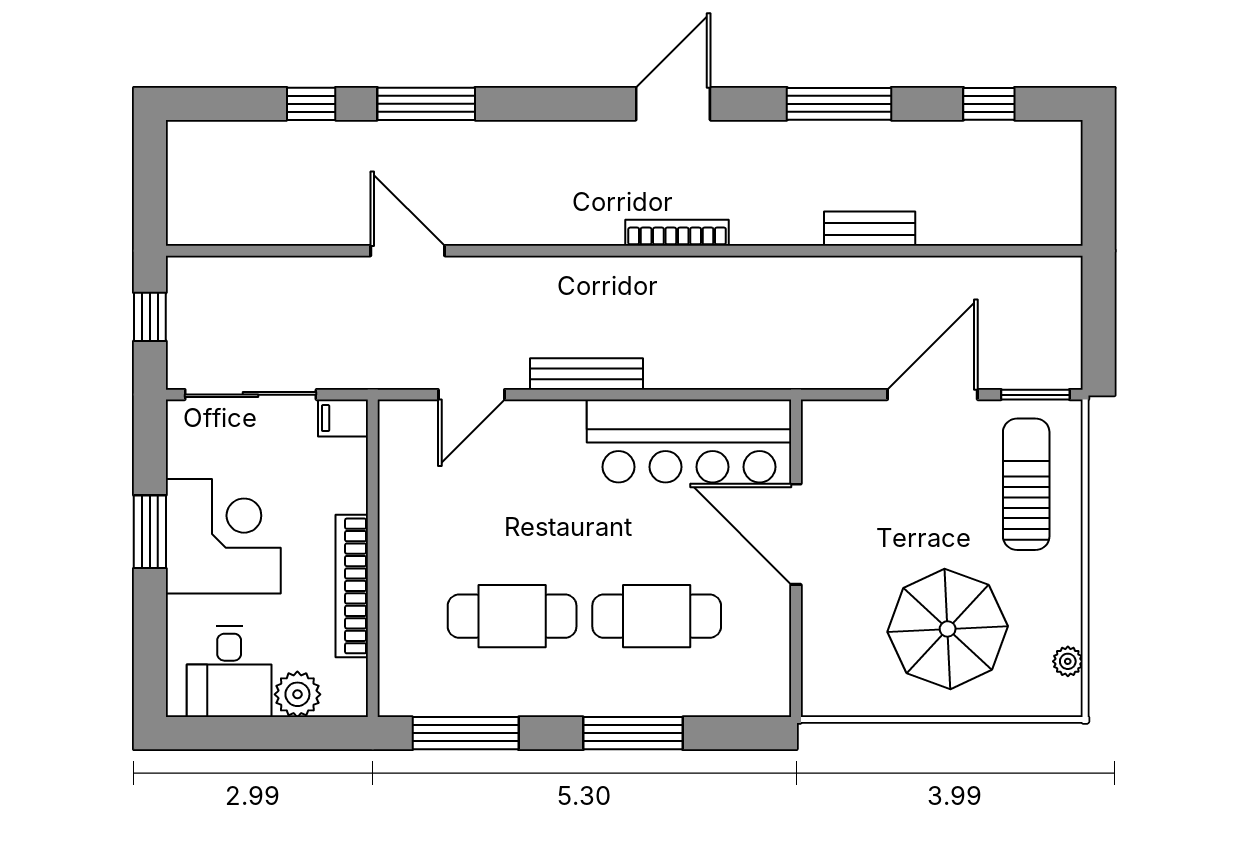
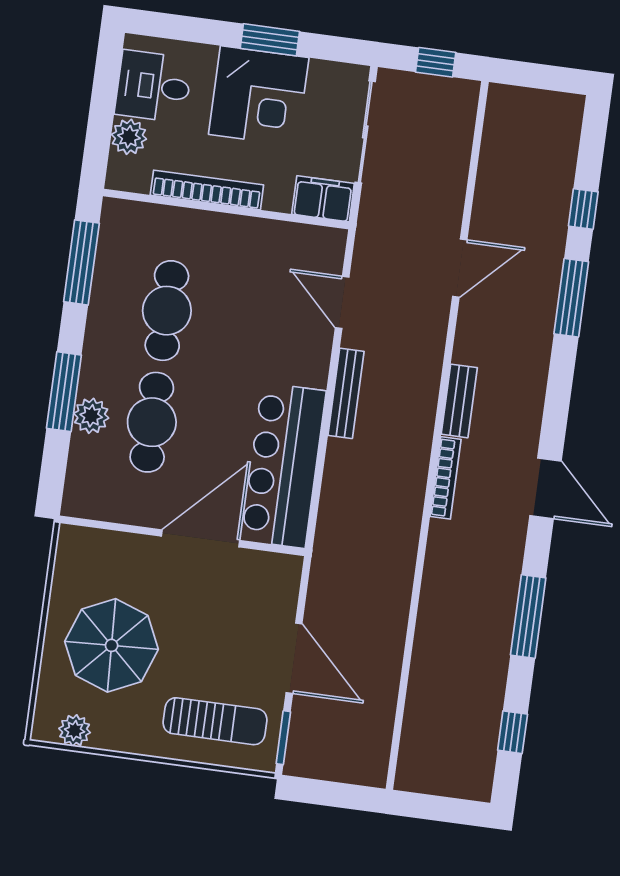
bench: (870, 229) -> (459, 401), moved
filing cabinet: (343, 418) -> (323, 199), width x2.00
plant: (1068, 661) -> (75, 730), width x1.38, depth x1.38
plant: (659, 694) -> (91, 416), added

